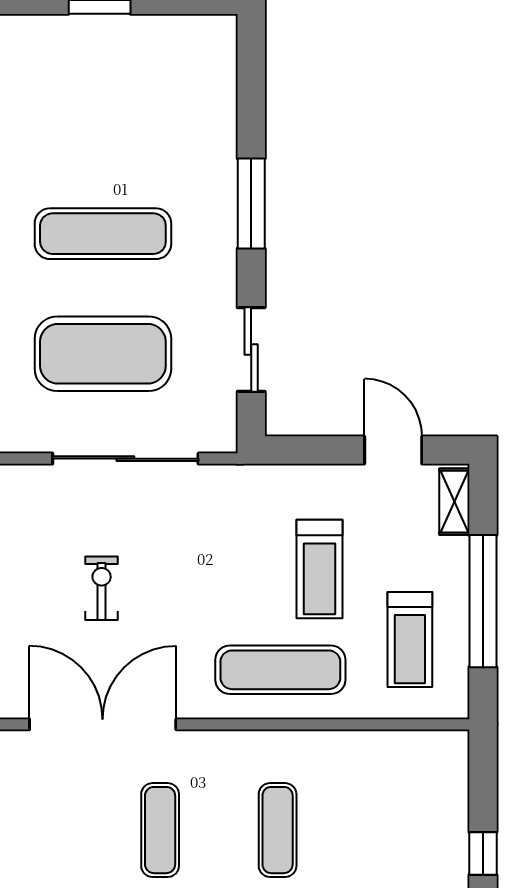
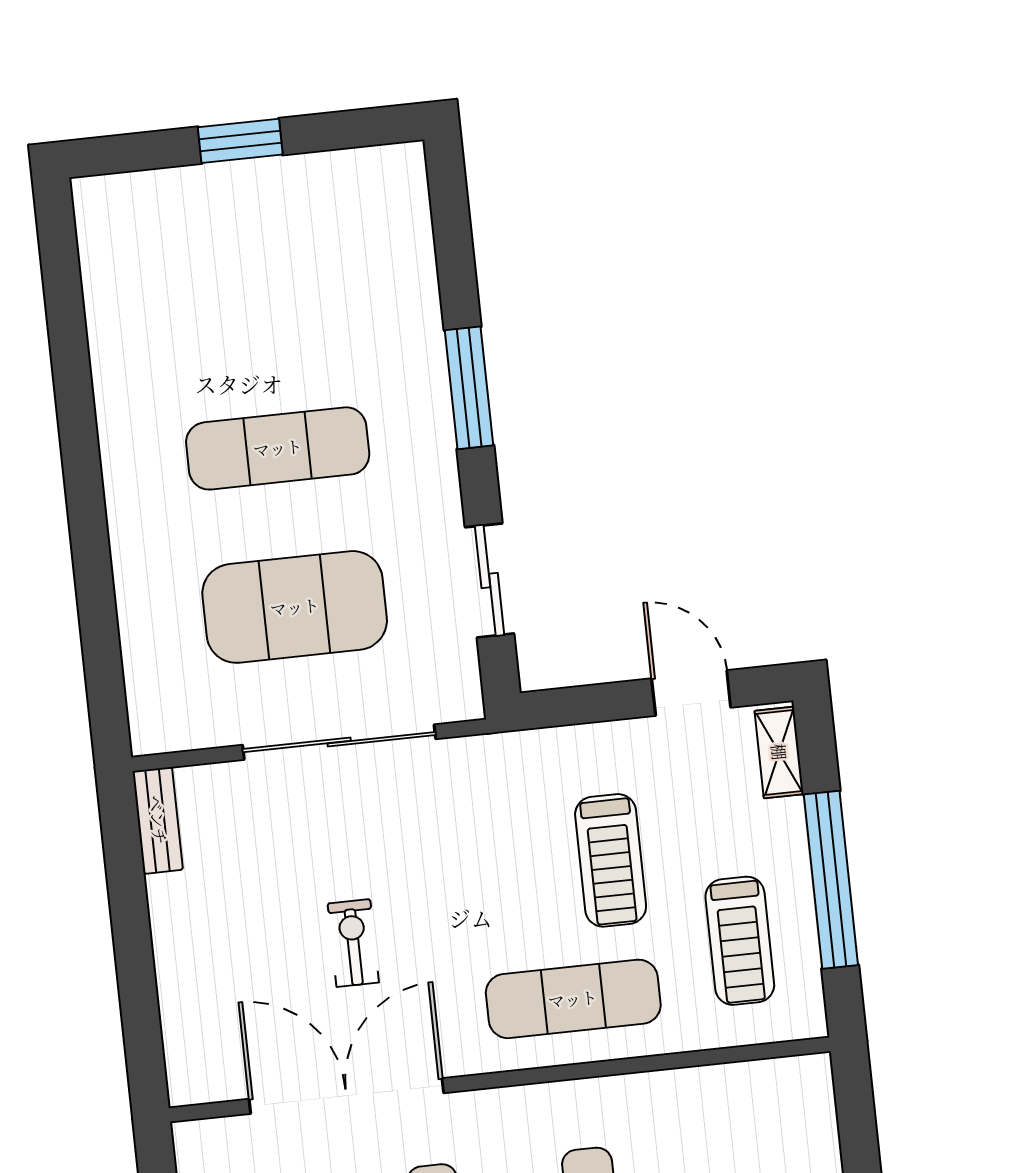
exercise bike: (102, 588) -> (353, 943), moved

